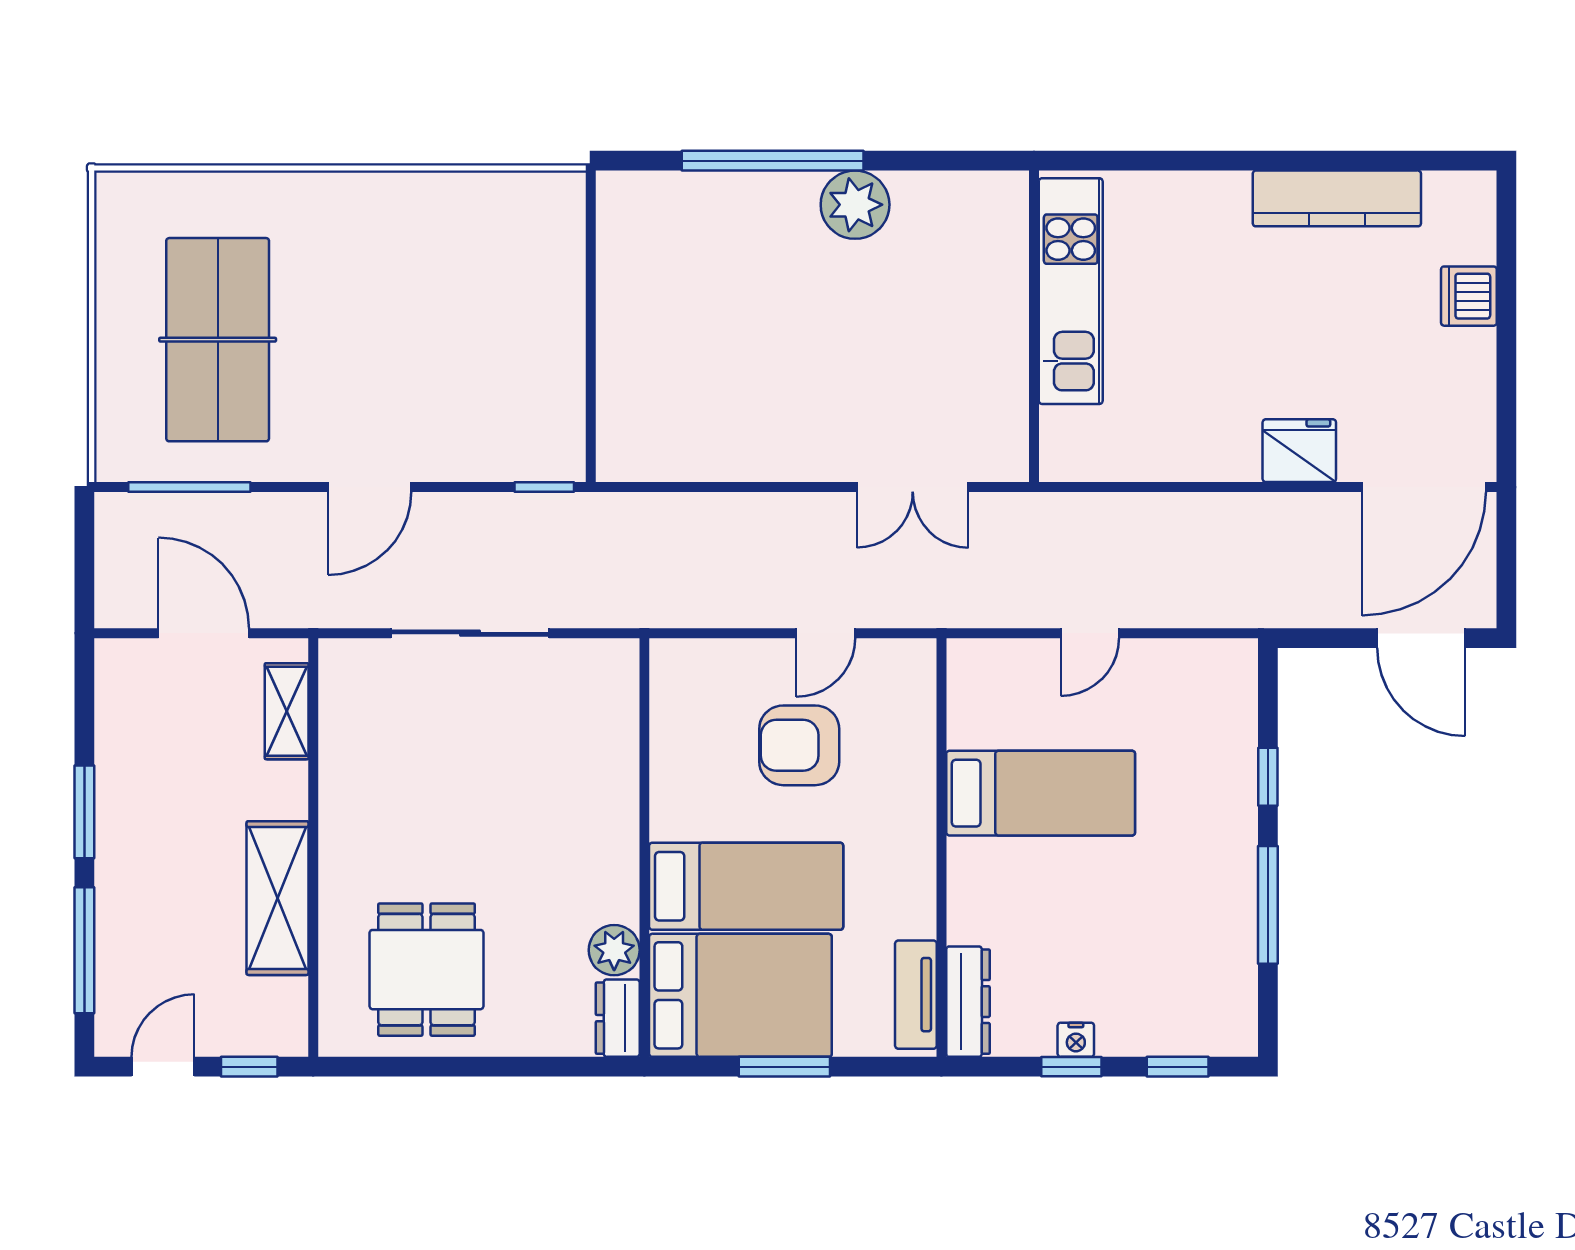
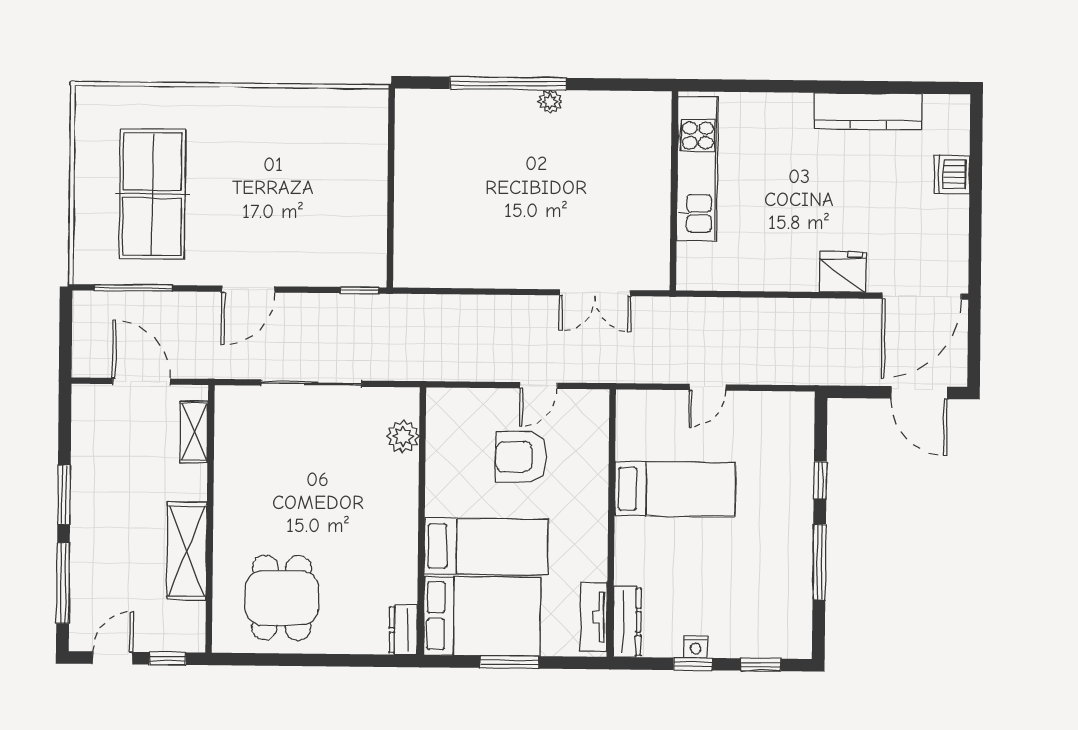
plant: (855, 205) -> (550, 102), width x0.53, depth x0.53
plant: (614, 950) -> (403, 436), moved

